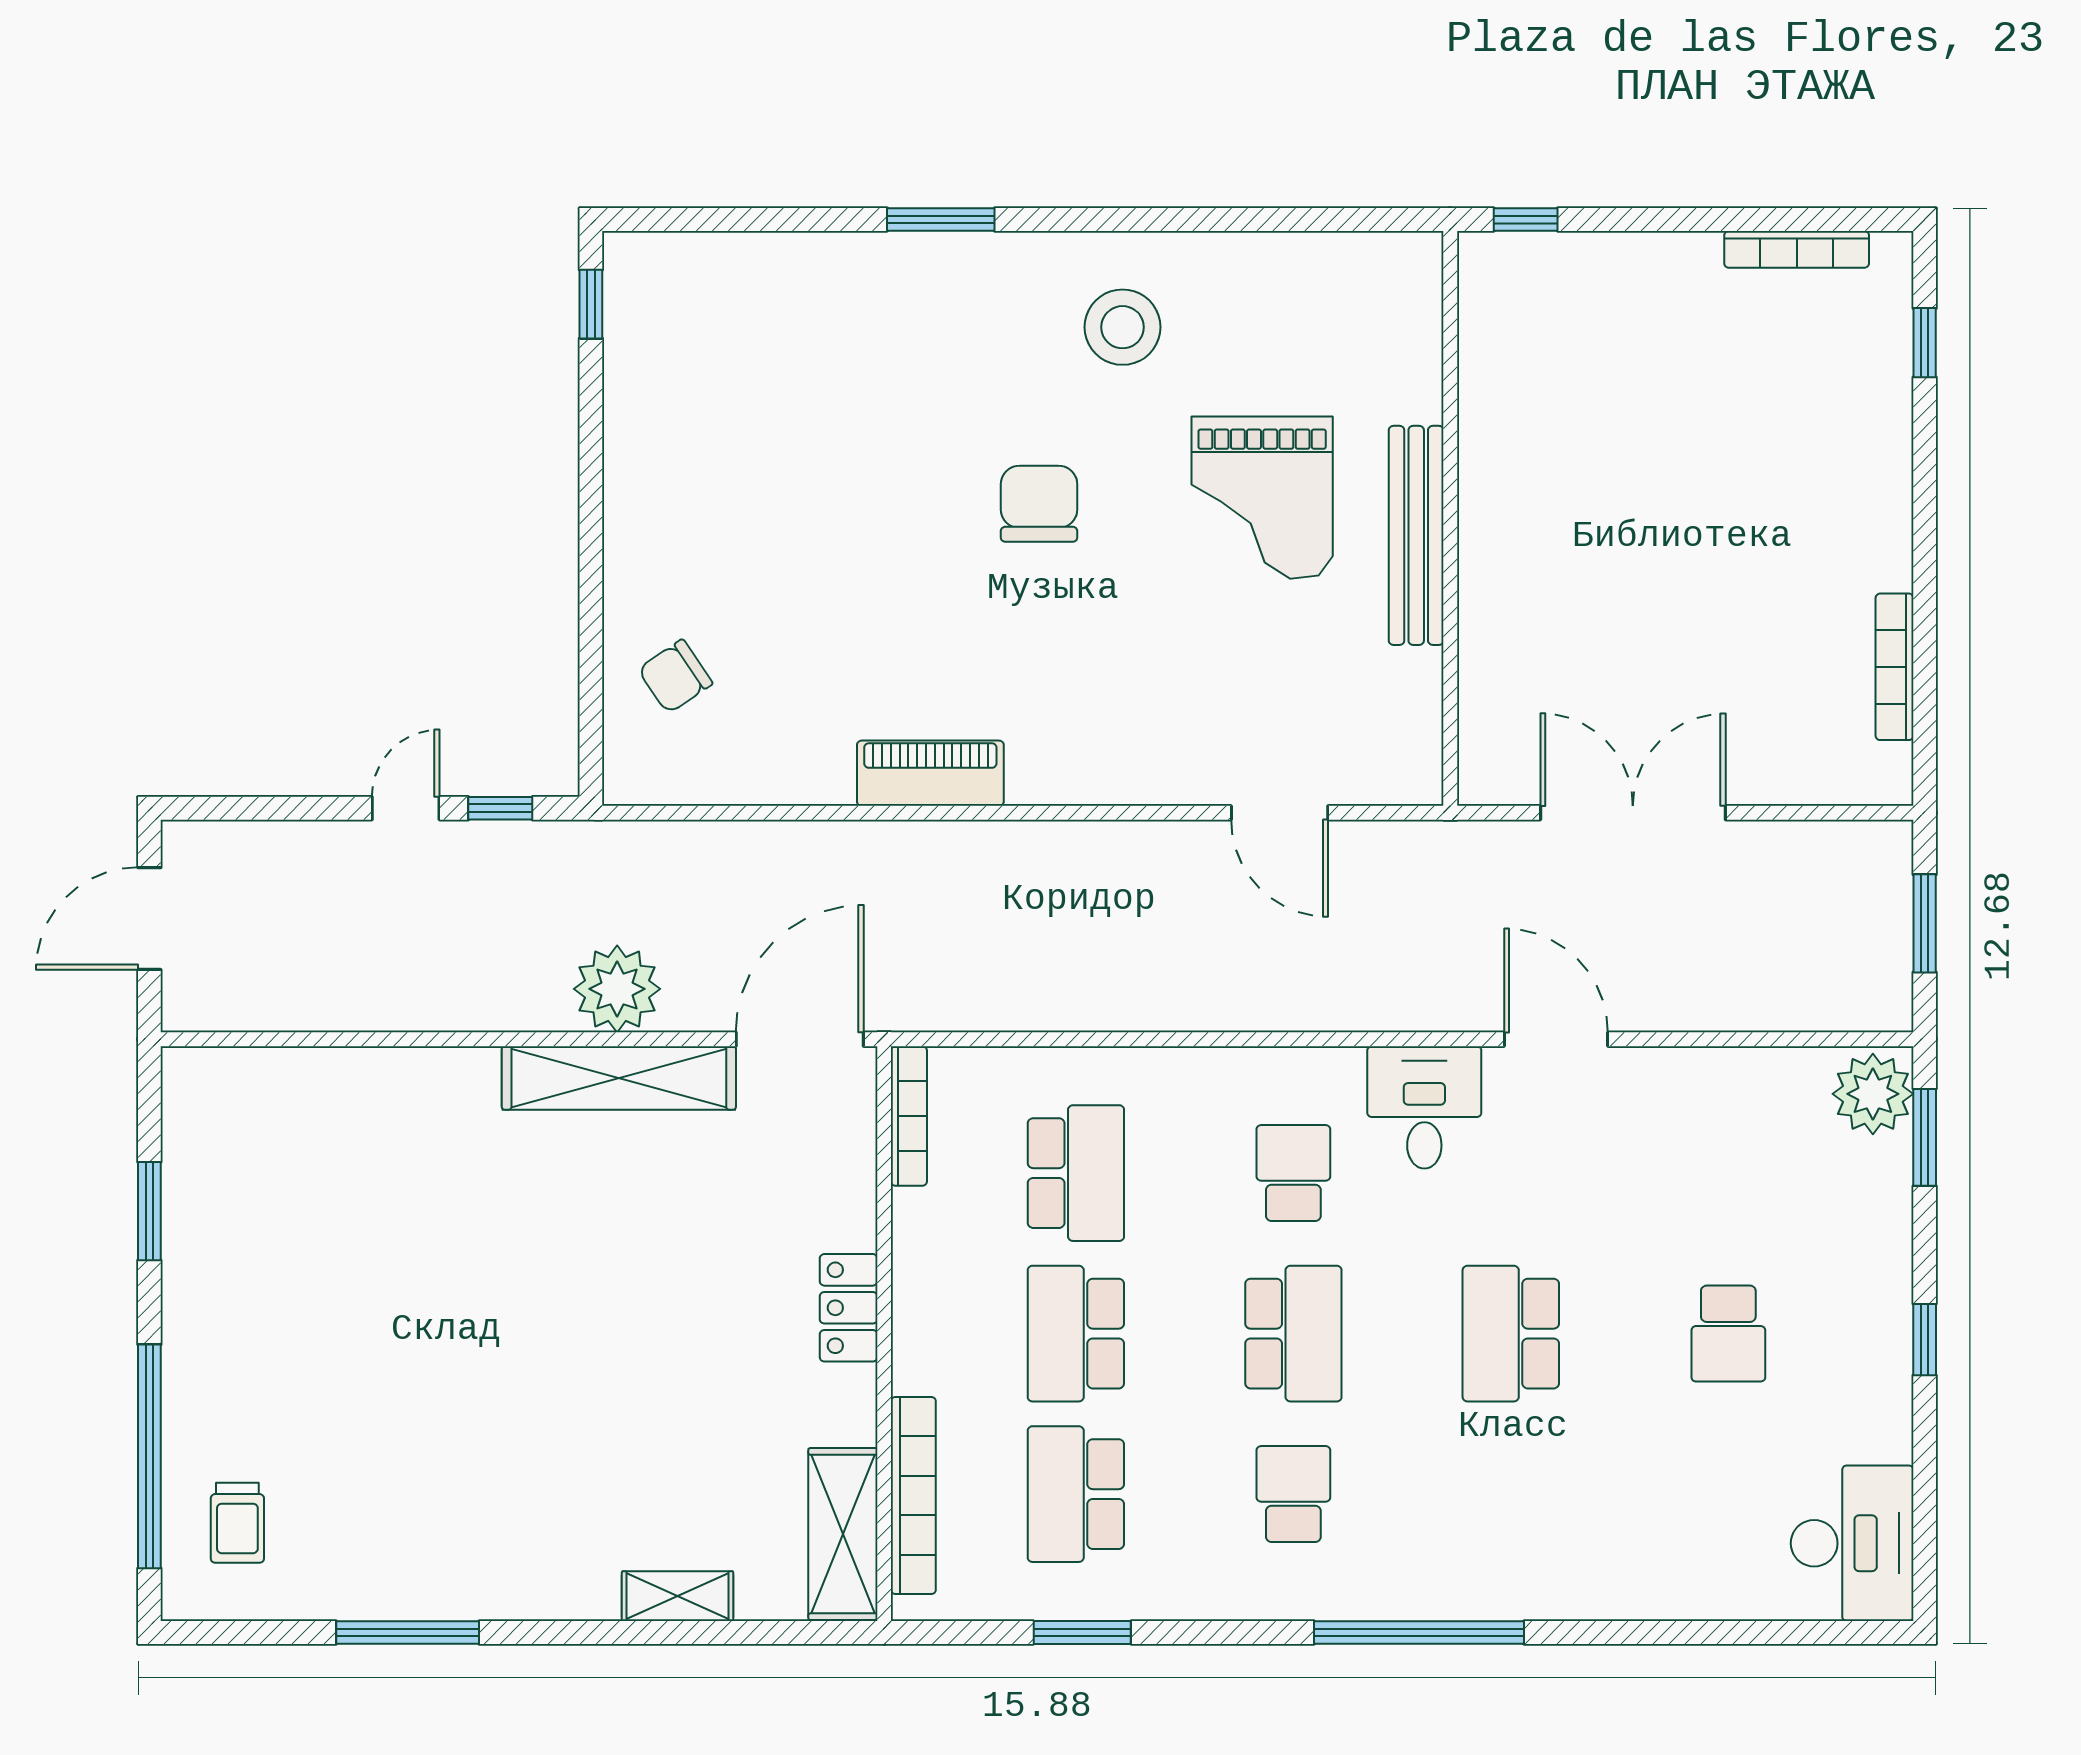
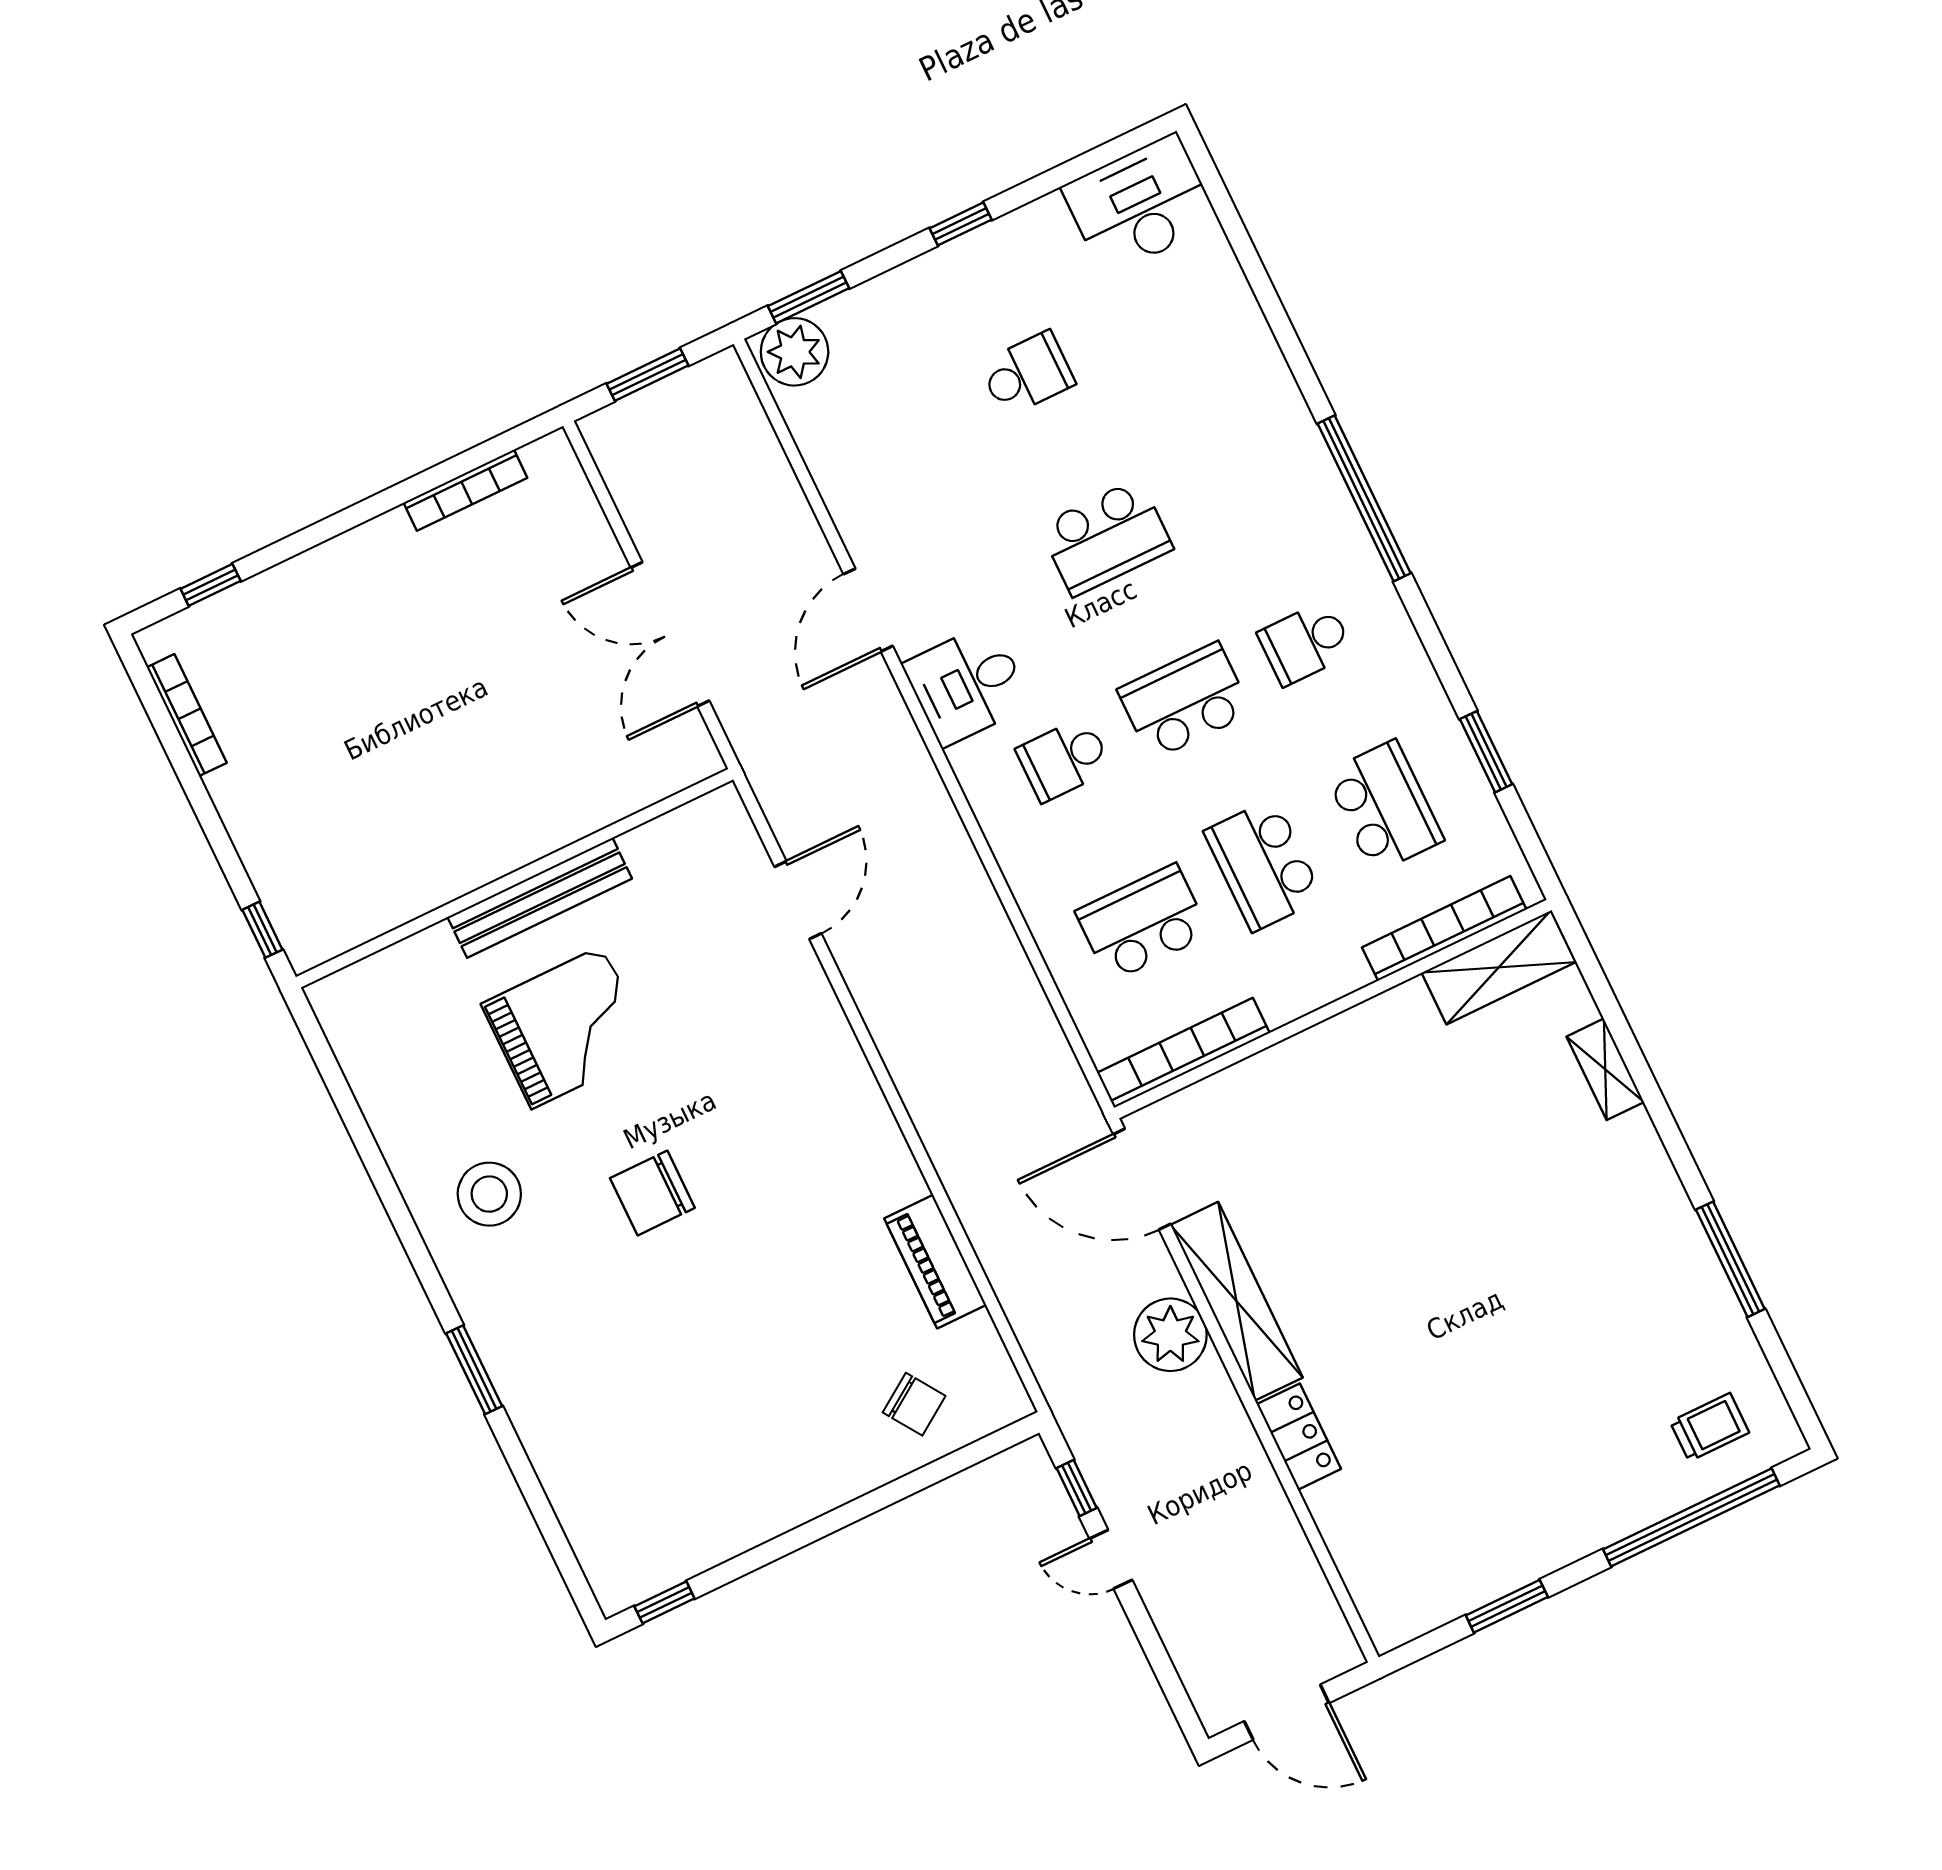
piano: (930, 773) -> (935, 1262), moved
bookcase: (909, 1116) -> (1183, 1053), width x1.48, depth x1.31
locker: (849, 1308) -> (1299, 1437), moved, turned -90
school desk: (1076, 1334) -> (1263, 865), turned 90
school desk: (1076, 1494) -> (1384, 807), turned -90

